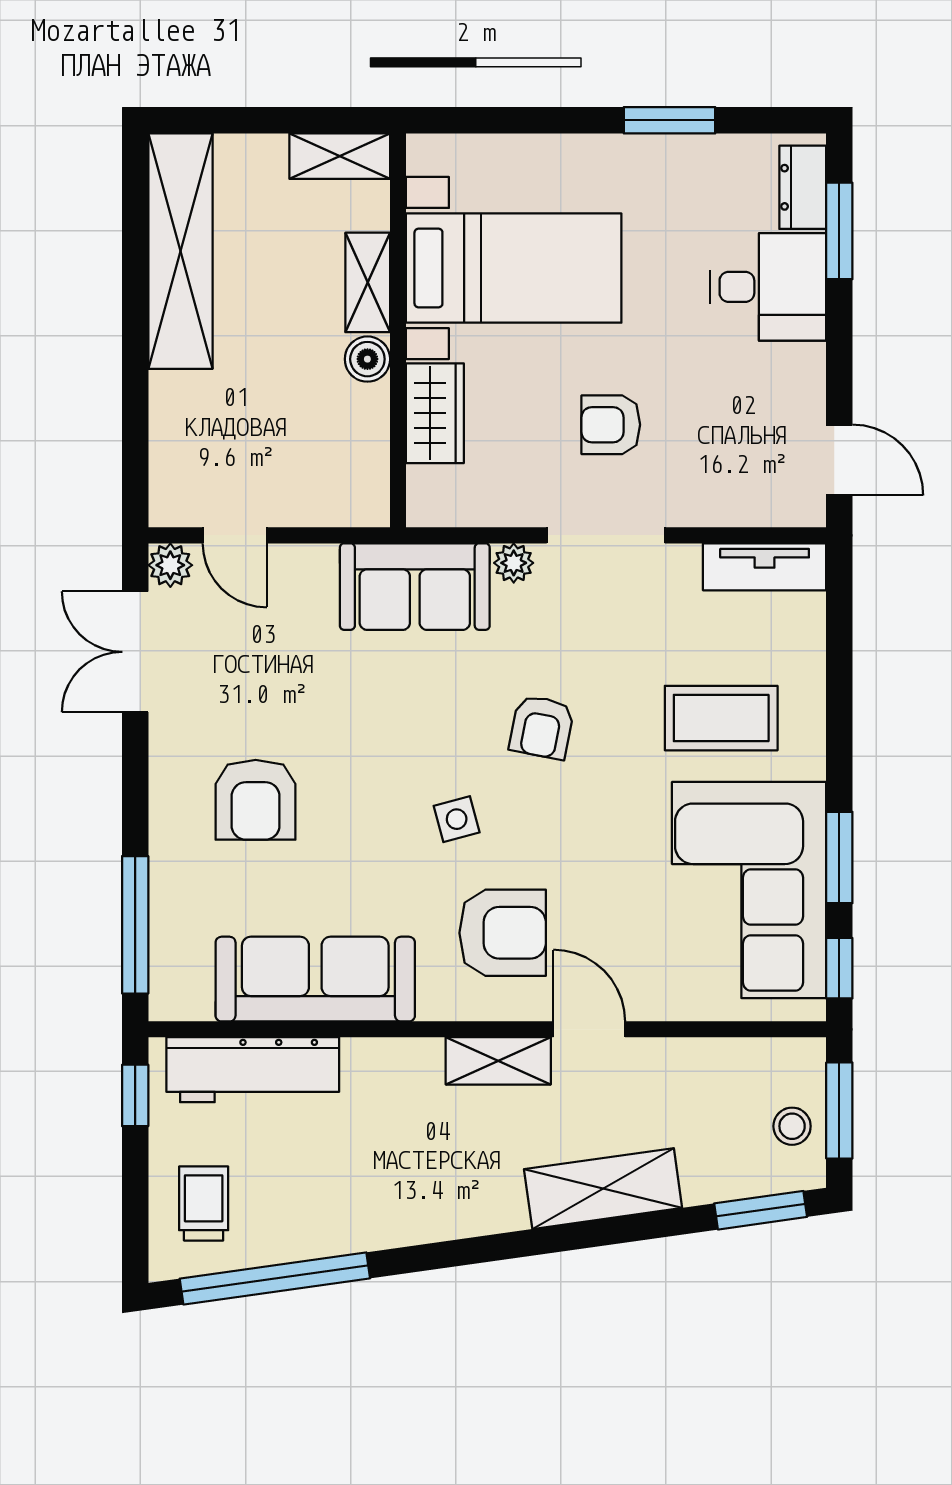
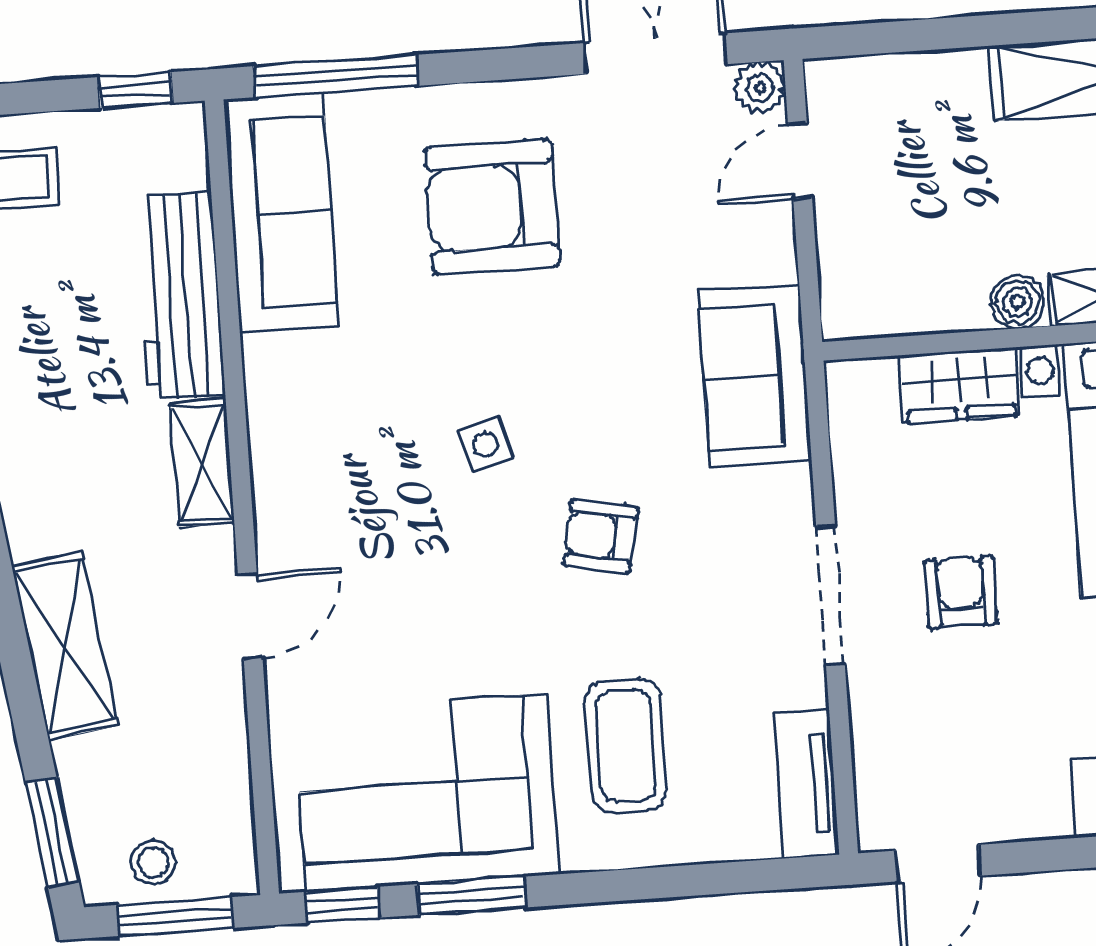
plant: (514, 563) -> (791, 490), removed
armchair: (256, 800) -> (492, 207), width x1.36, depth x1.36
armchair: (503, 933) -> (356, 507), removed
sofa: (315, 979) -> (281, 213), moved
shelving: (498, 1061) -> (202, 463), moved
workbench: (253, 1070) -> (180, 296), moved

